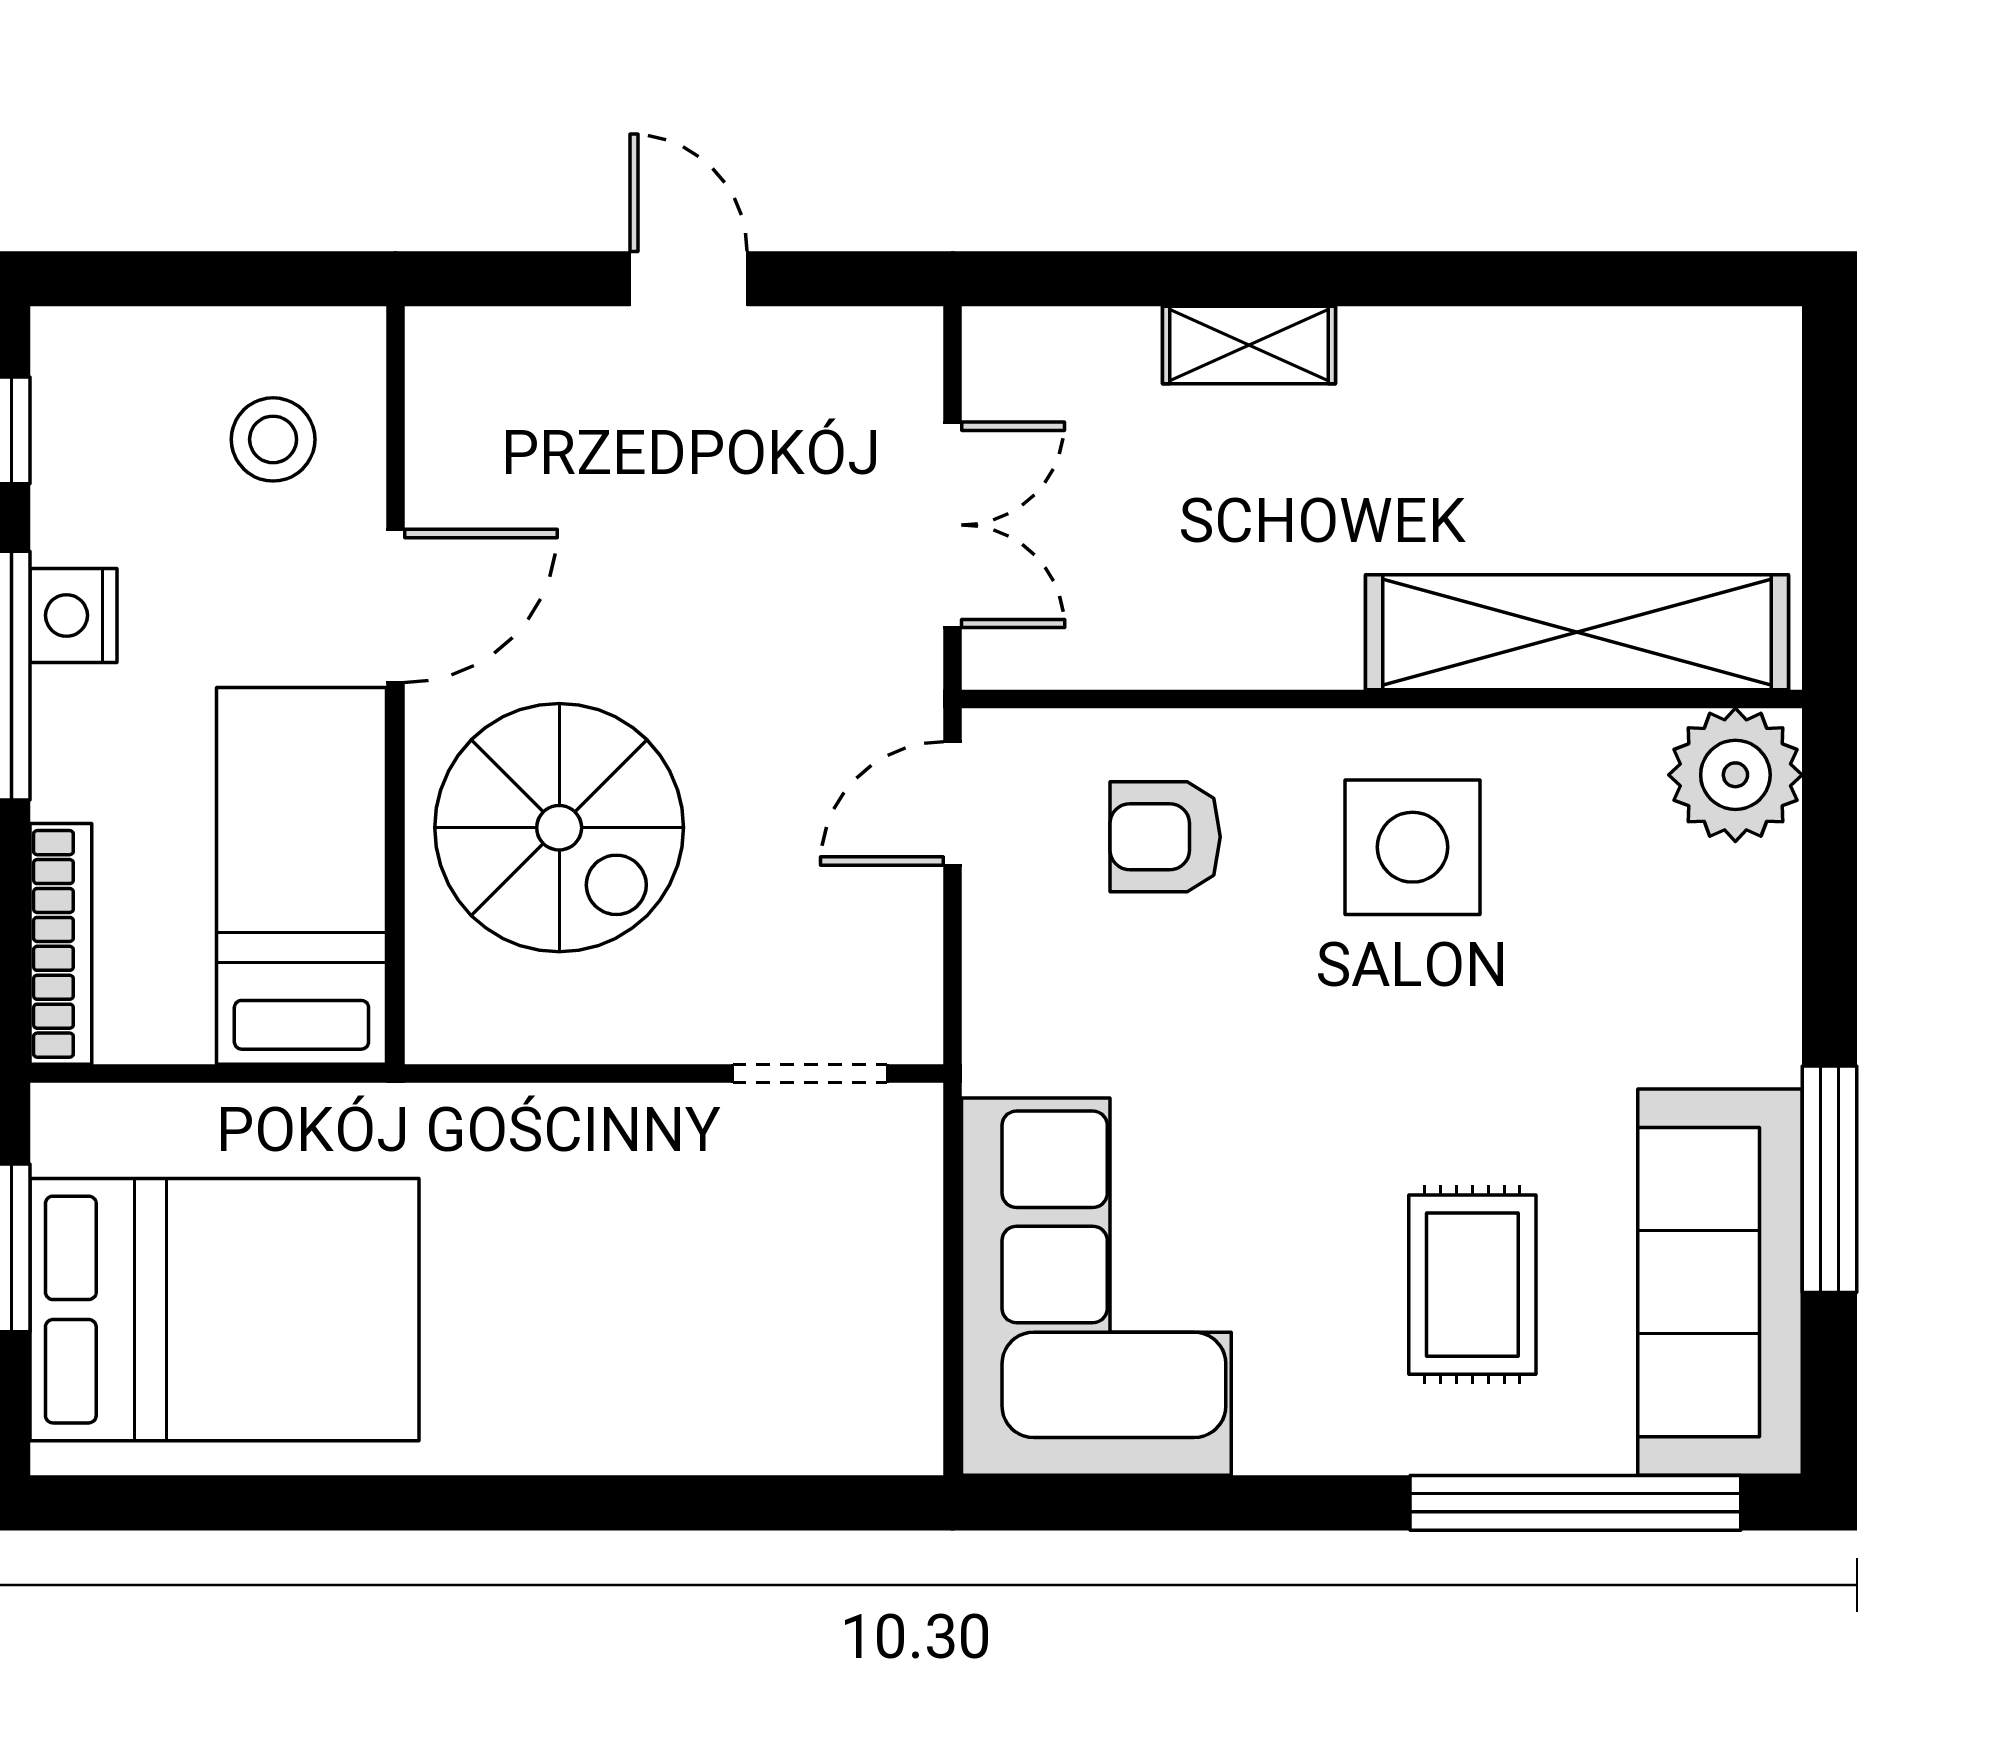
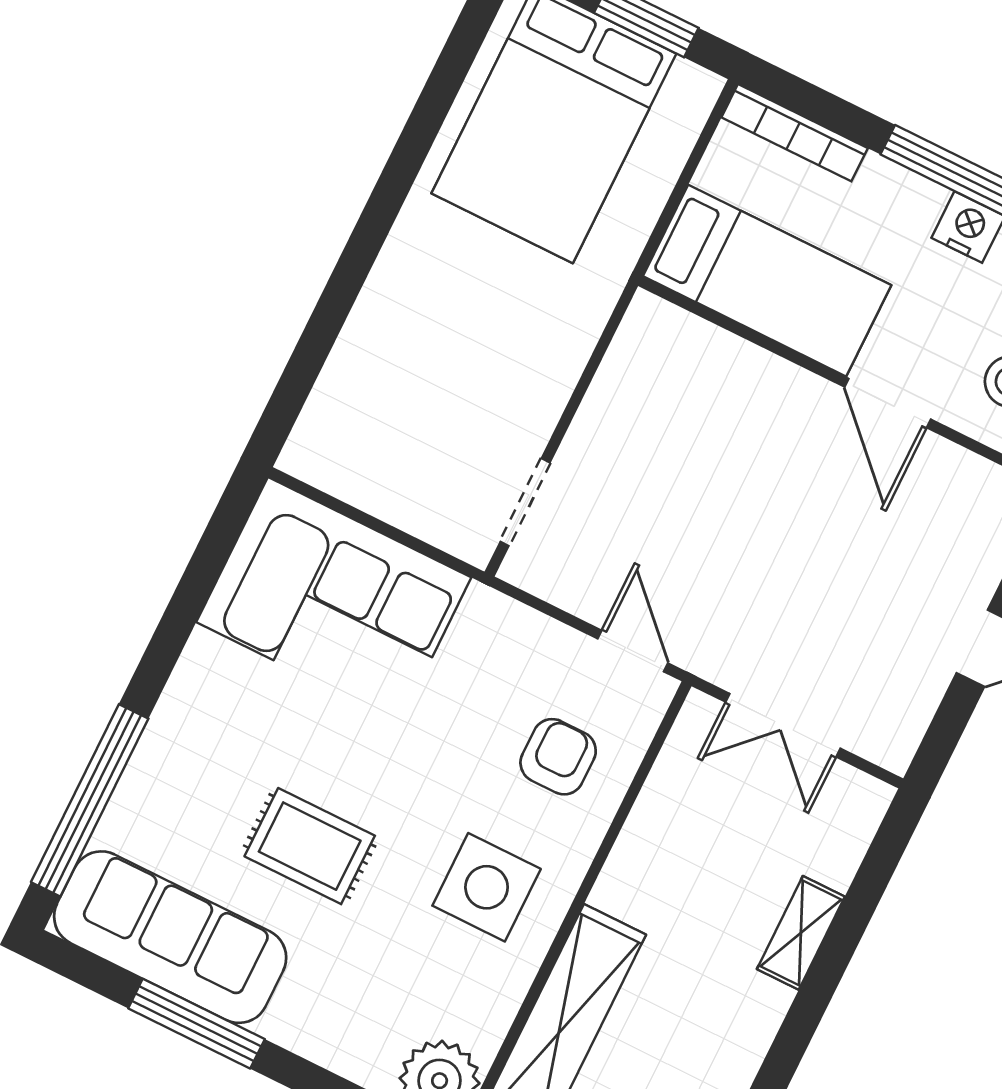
spiral stairs: (559, 828) -> (724, 432), removed
rug: (1472, 1285) -> (310, 846), moved

